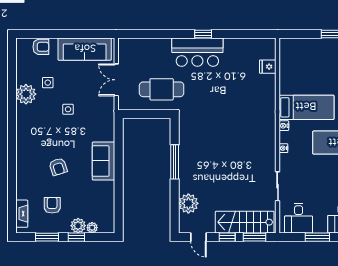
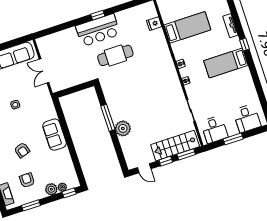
cafe table: (162, 89) -> (115, 55), moved
bed: (306, 107) -> (187, 27), moved
plant: (188, 203) -> (123, 128), moved
window: (76, 237) -> (69, 193), moved

